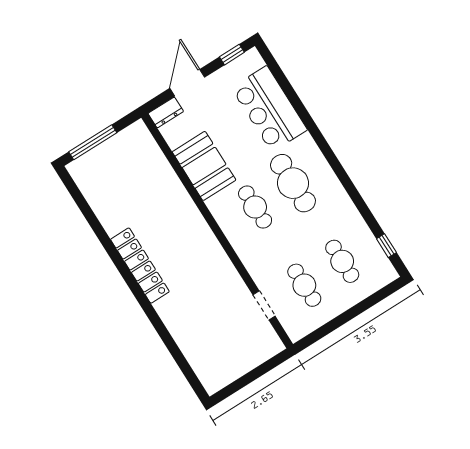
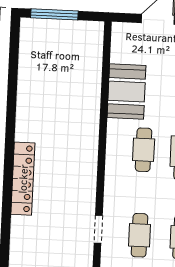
dresser: (166, 112) -> (126, 31), removed
locker: (140, 266) -> (23, 179), moved

